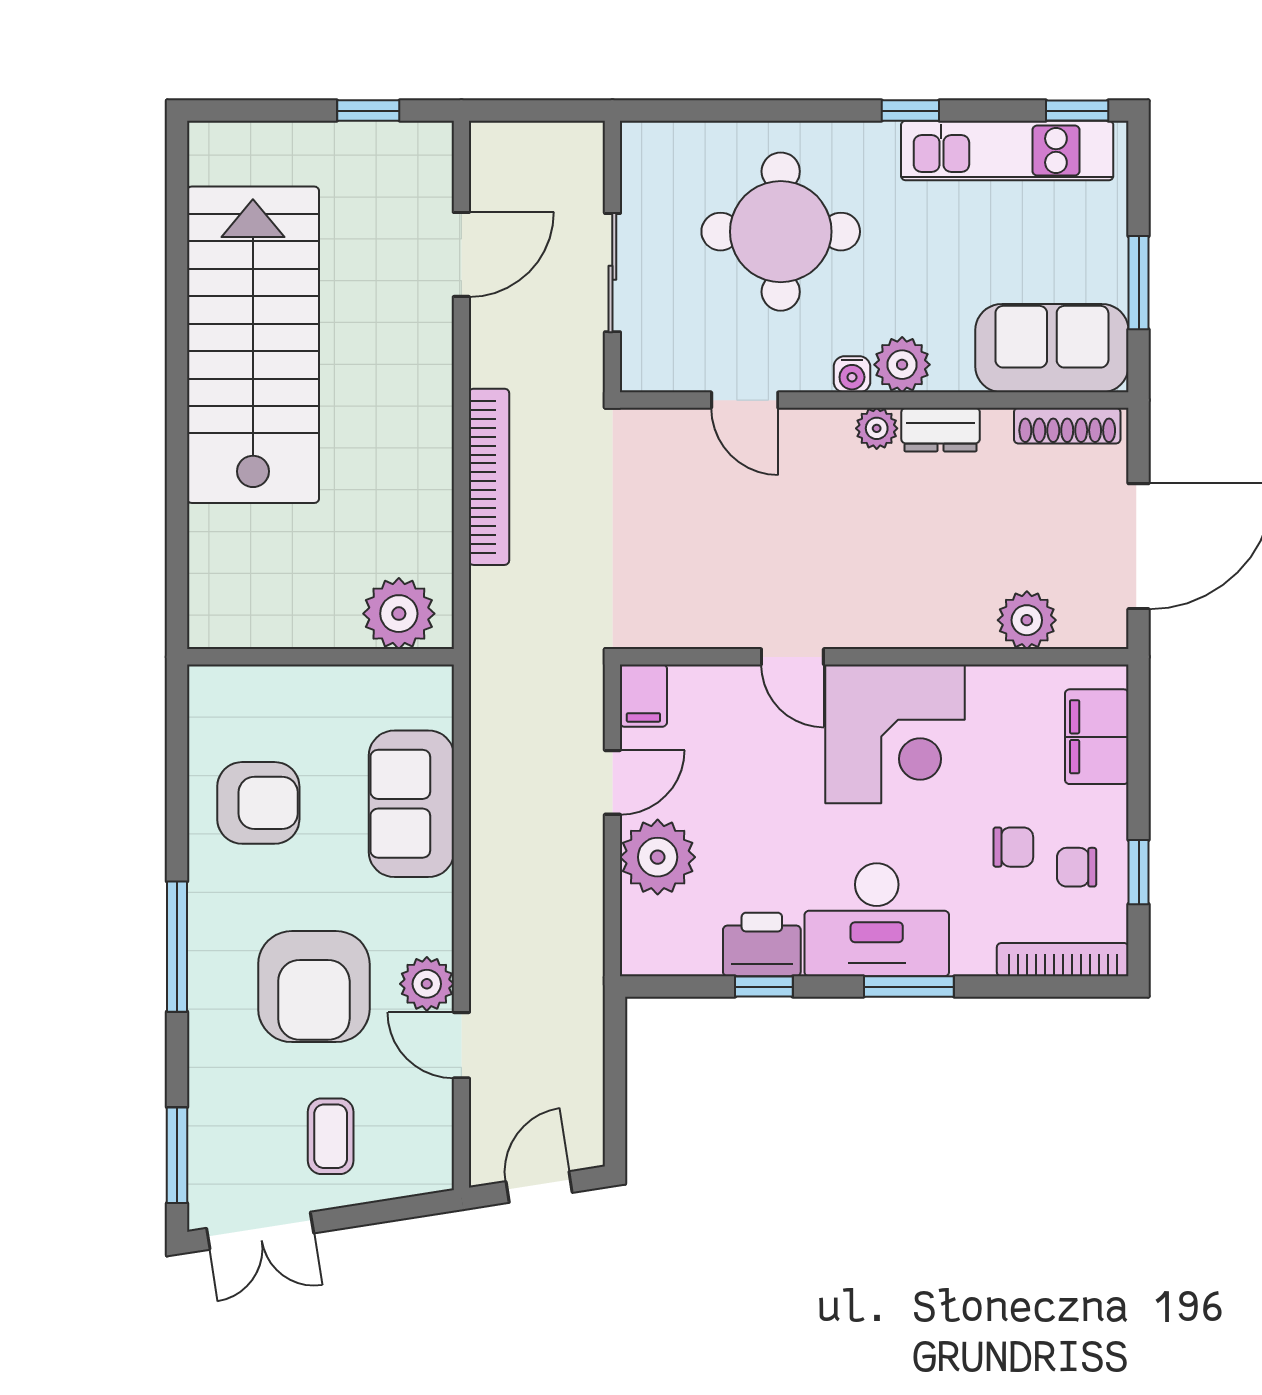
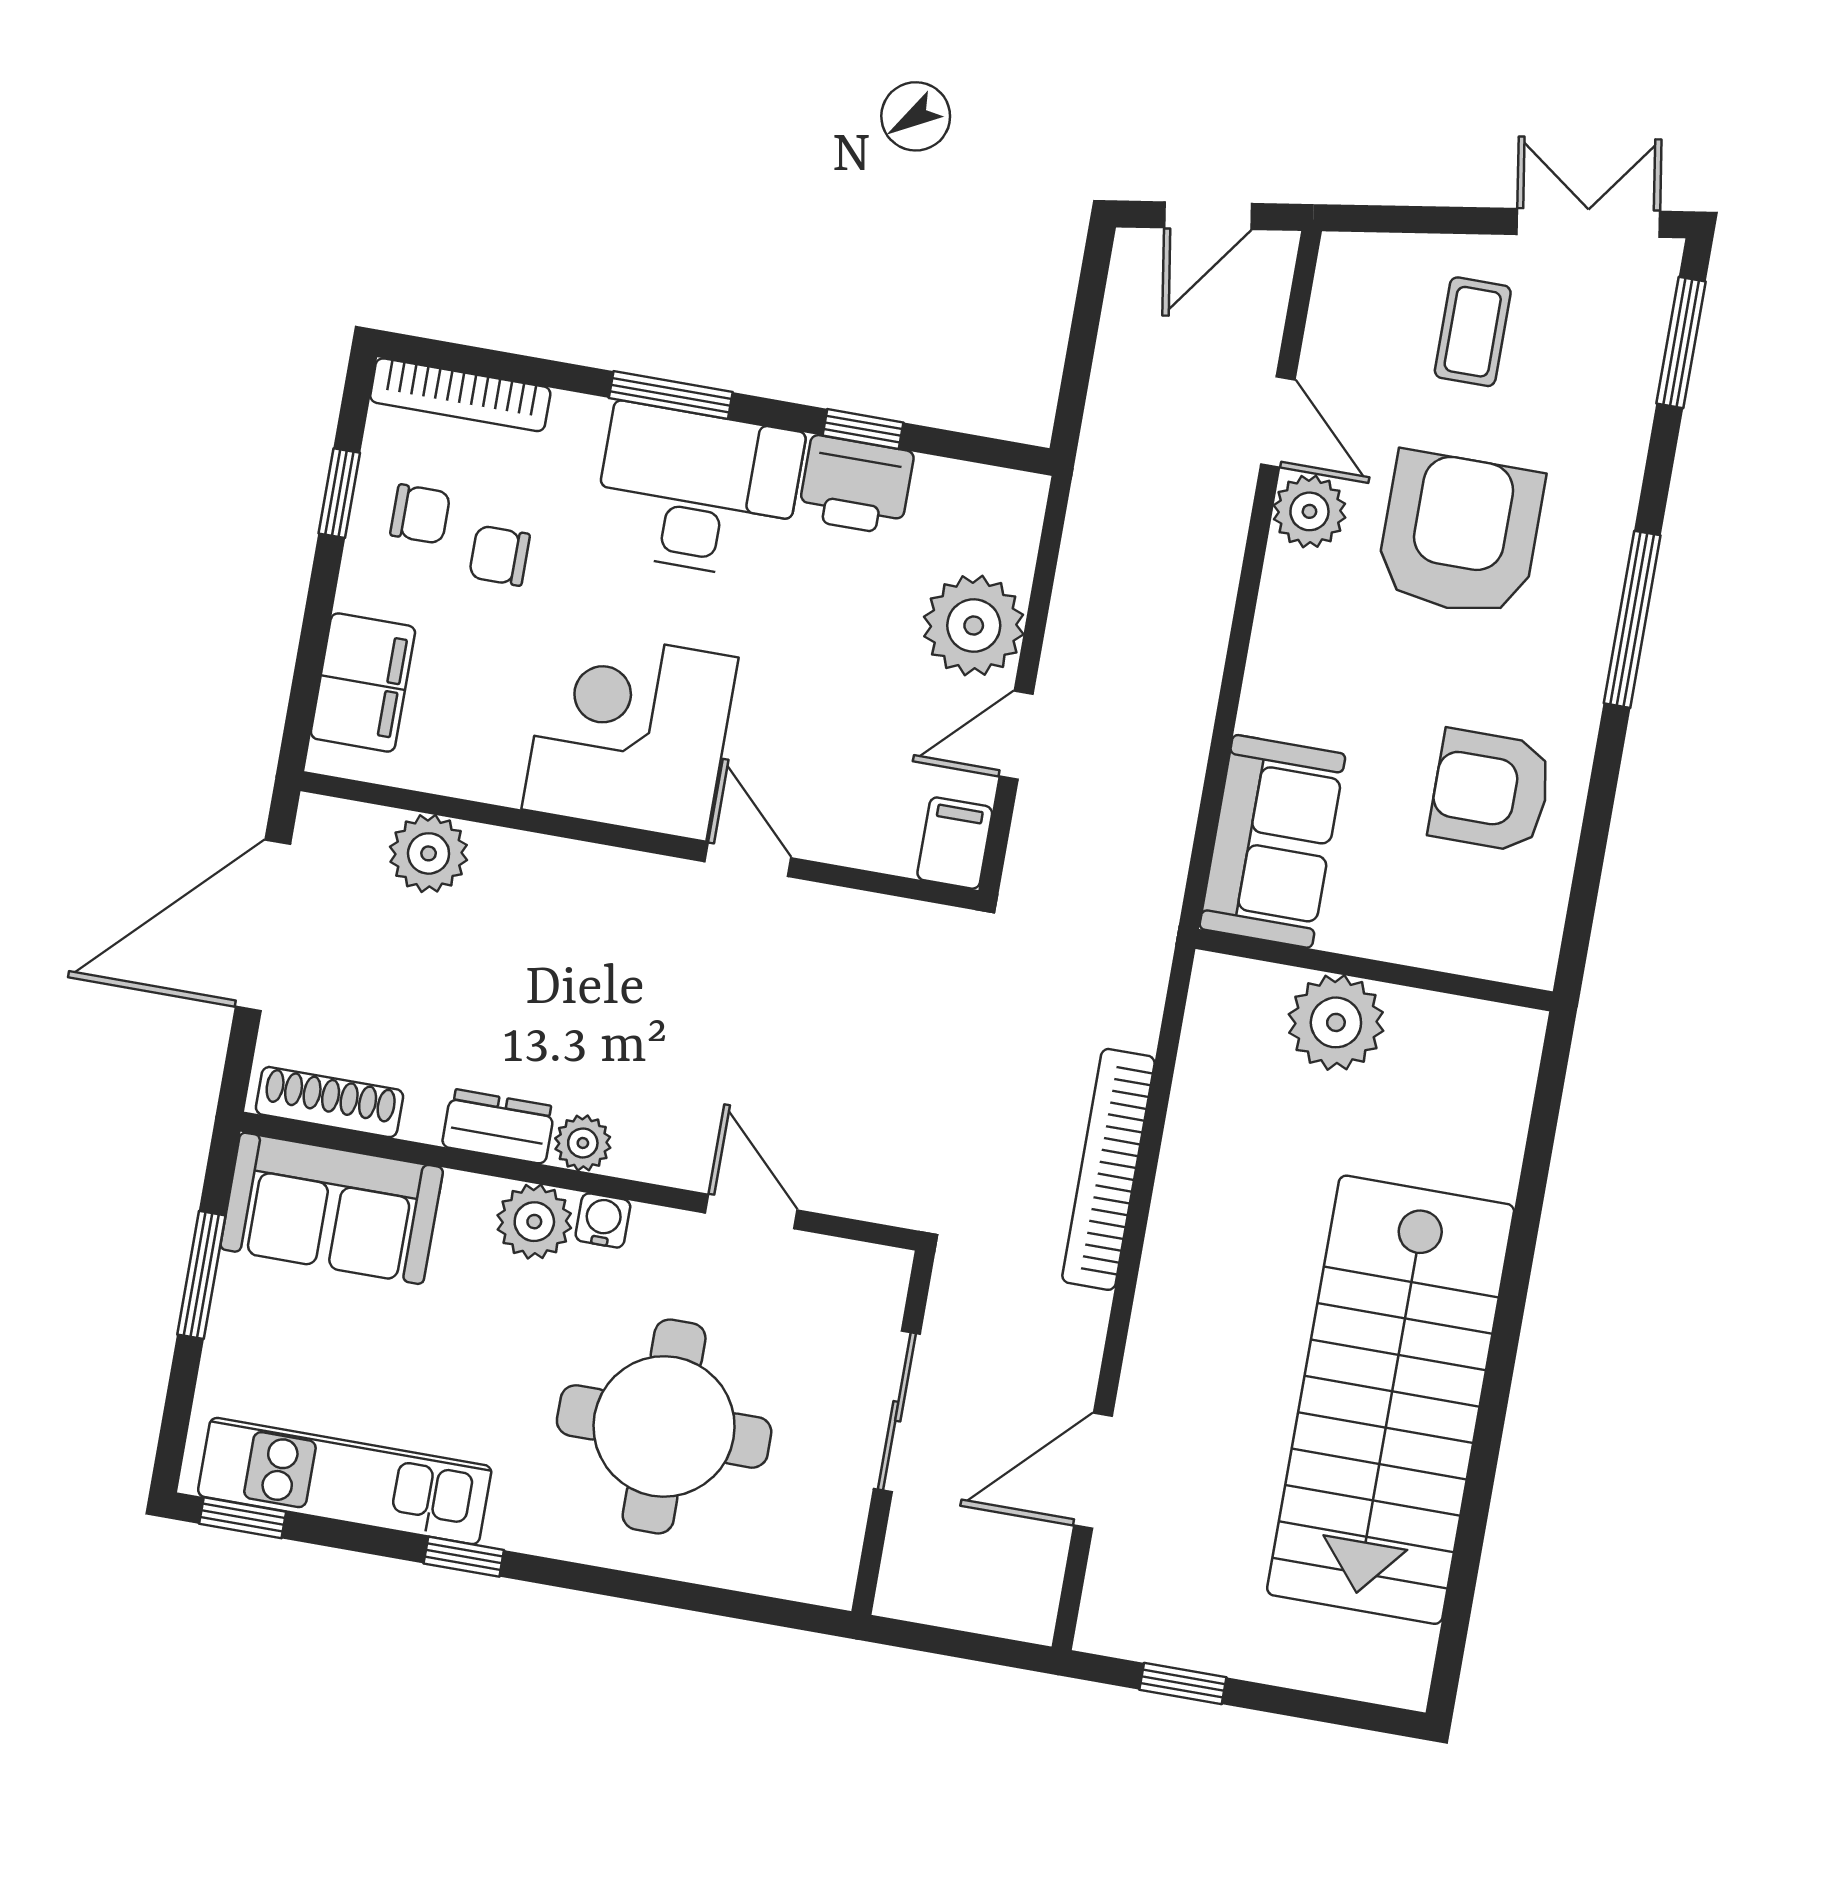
plant: (399, 614) -> (1336, 1022), moved
sofa: (411, 804) -> (1272, 841), moved

